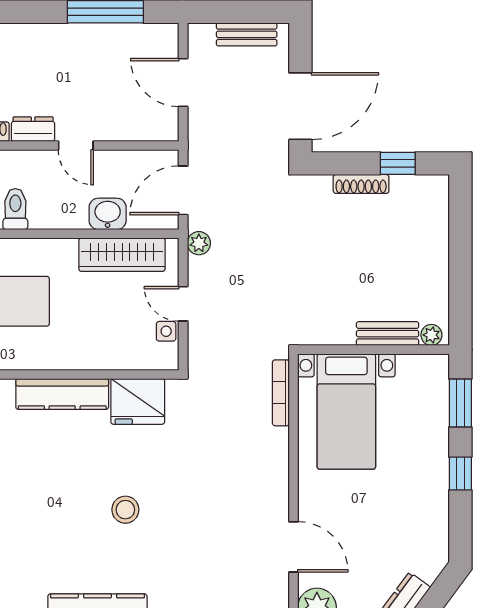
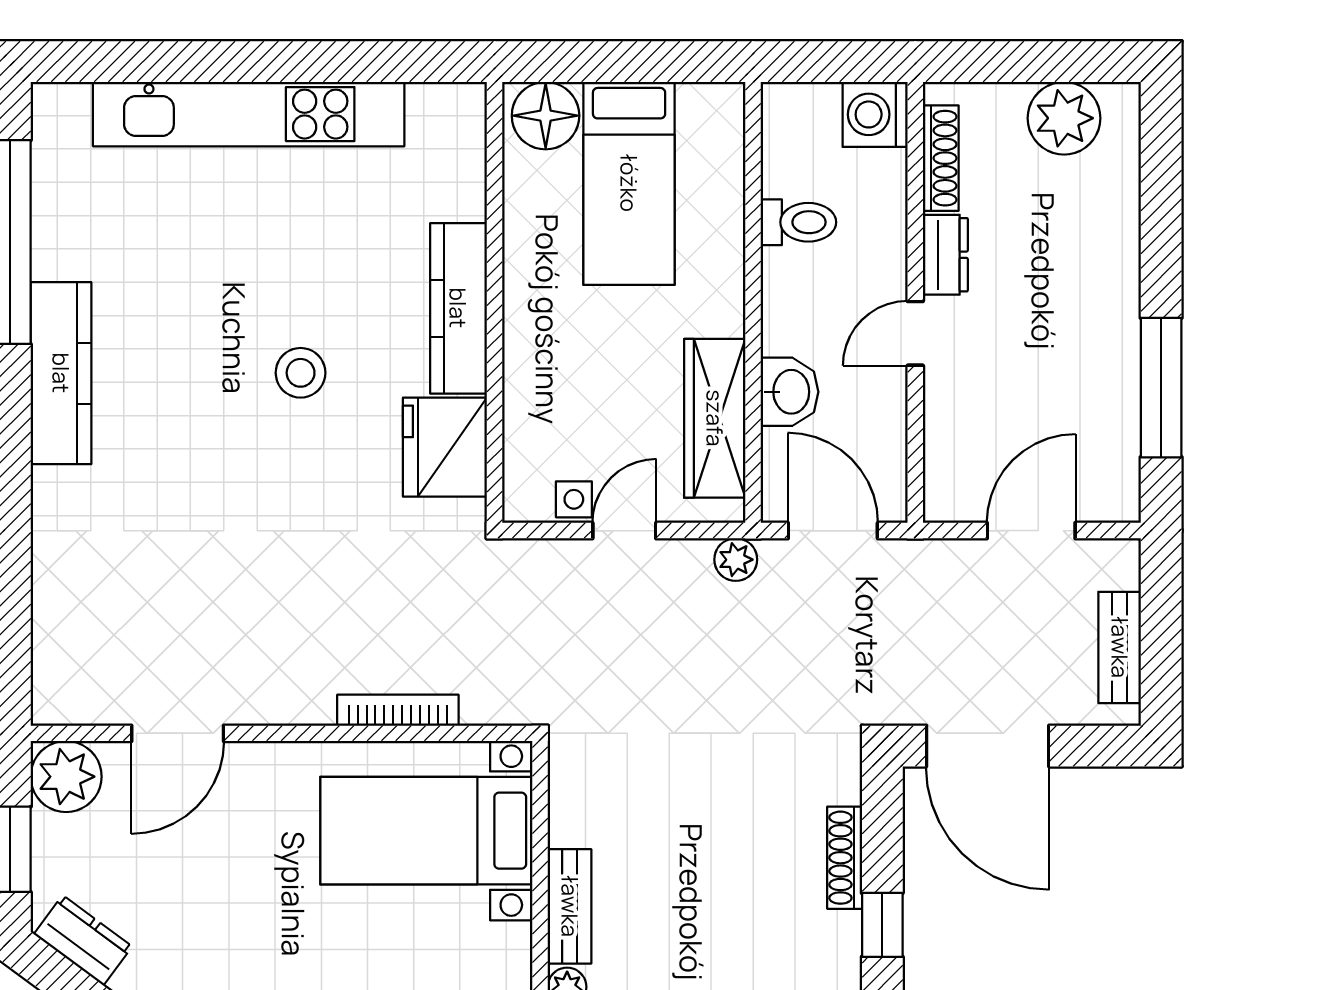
bookcase: (281, 393) -> (398, 710), moved
stool: (125, 510) -> (301, 373), moved

